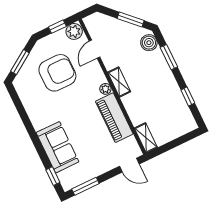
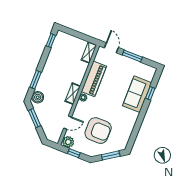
armchair: (57, 73) -> (98, 131), turned 180
window: (188, 97) -> (51, 41), moved
window: (53, 176) -> (150, 93), moved
window: (85, 186) -> (132, 56), moved

